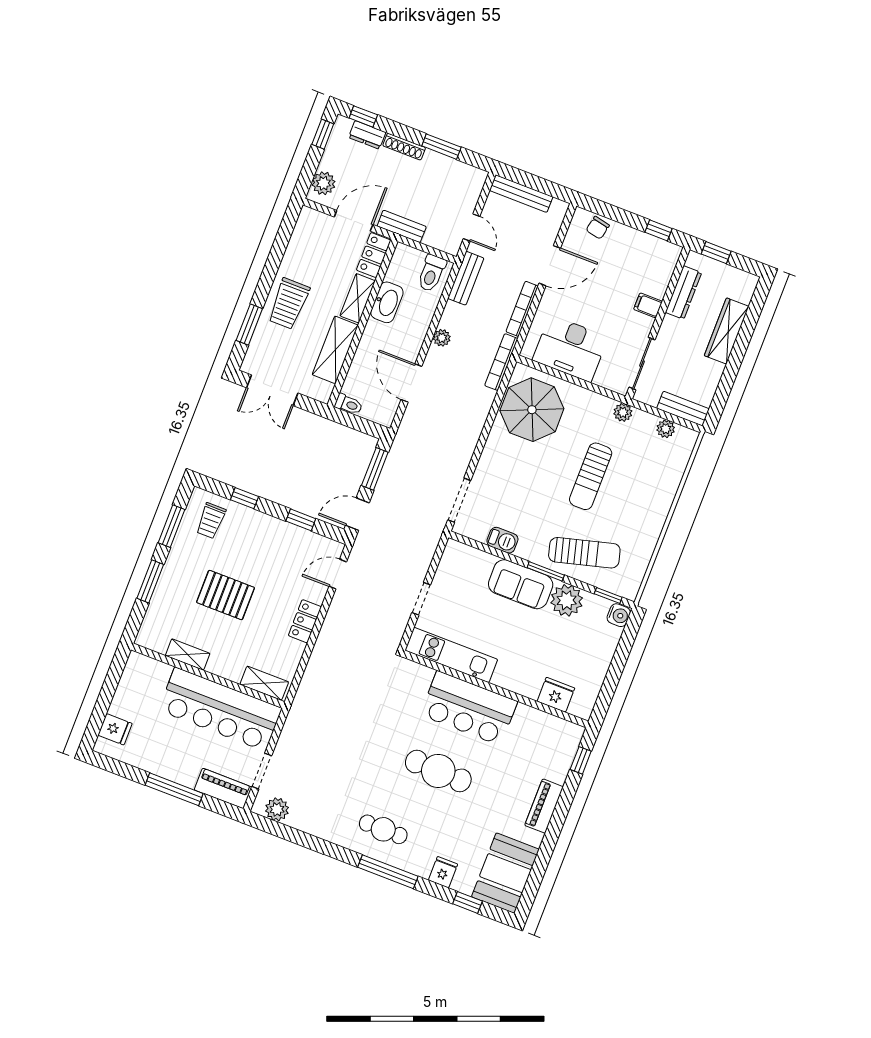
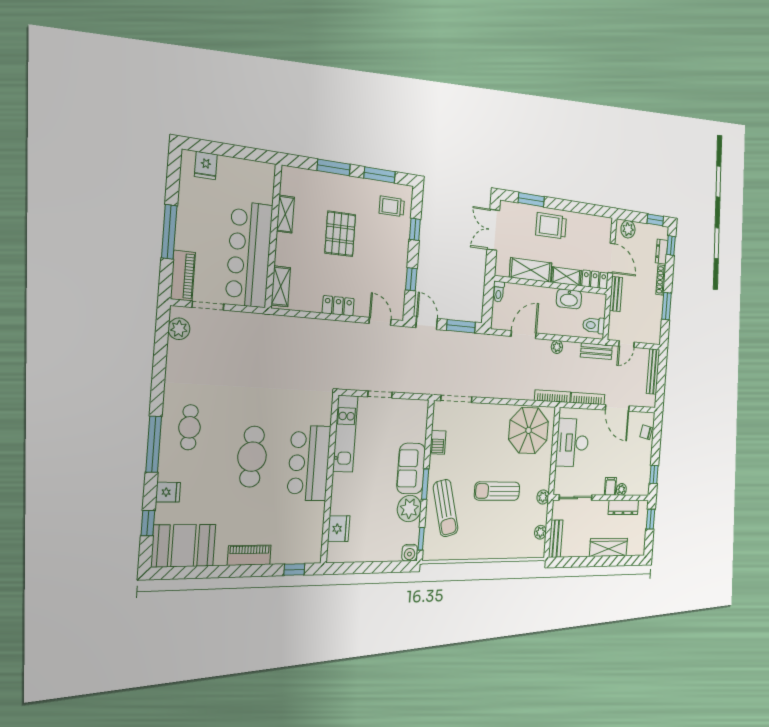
plant: (659, 289) -> (621, 489), added

